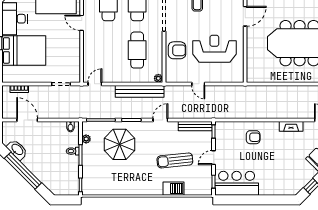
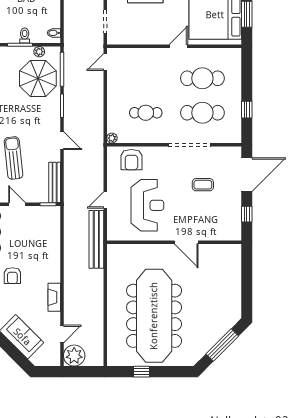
cafe table: (137, 50) -> (146, 113), width x0.73, depth x0.74
armchair: (177, 50) -> (131, 160), moved
door: (95, 84) -> (105, 62), swing flipped
door: (198, 84) -> (105, 200), moved
bench: (140, 91) -> (96, 239), moved
armchair: (253, 137) -> (12, 276), moved
parasol: (119, 144) -> (38, 78), moved

